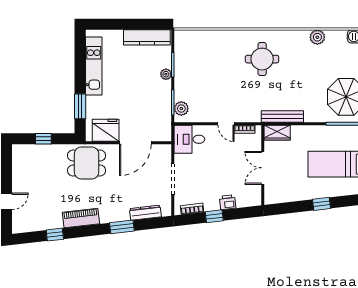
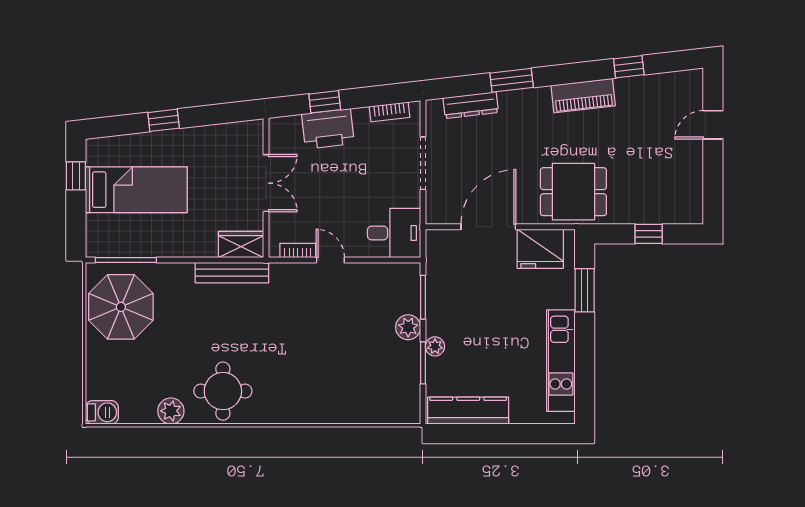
round table: (262, 59) -> (223, 391), moved
plant: (181, 109) -> (408, 327), moved
printer: (228, 202) -> (328, 129), width x1.87, depth x1.48
window: (214, 216) -> (325, 102), moved

